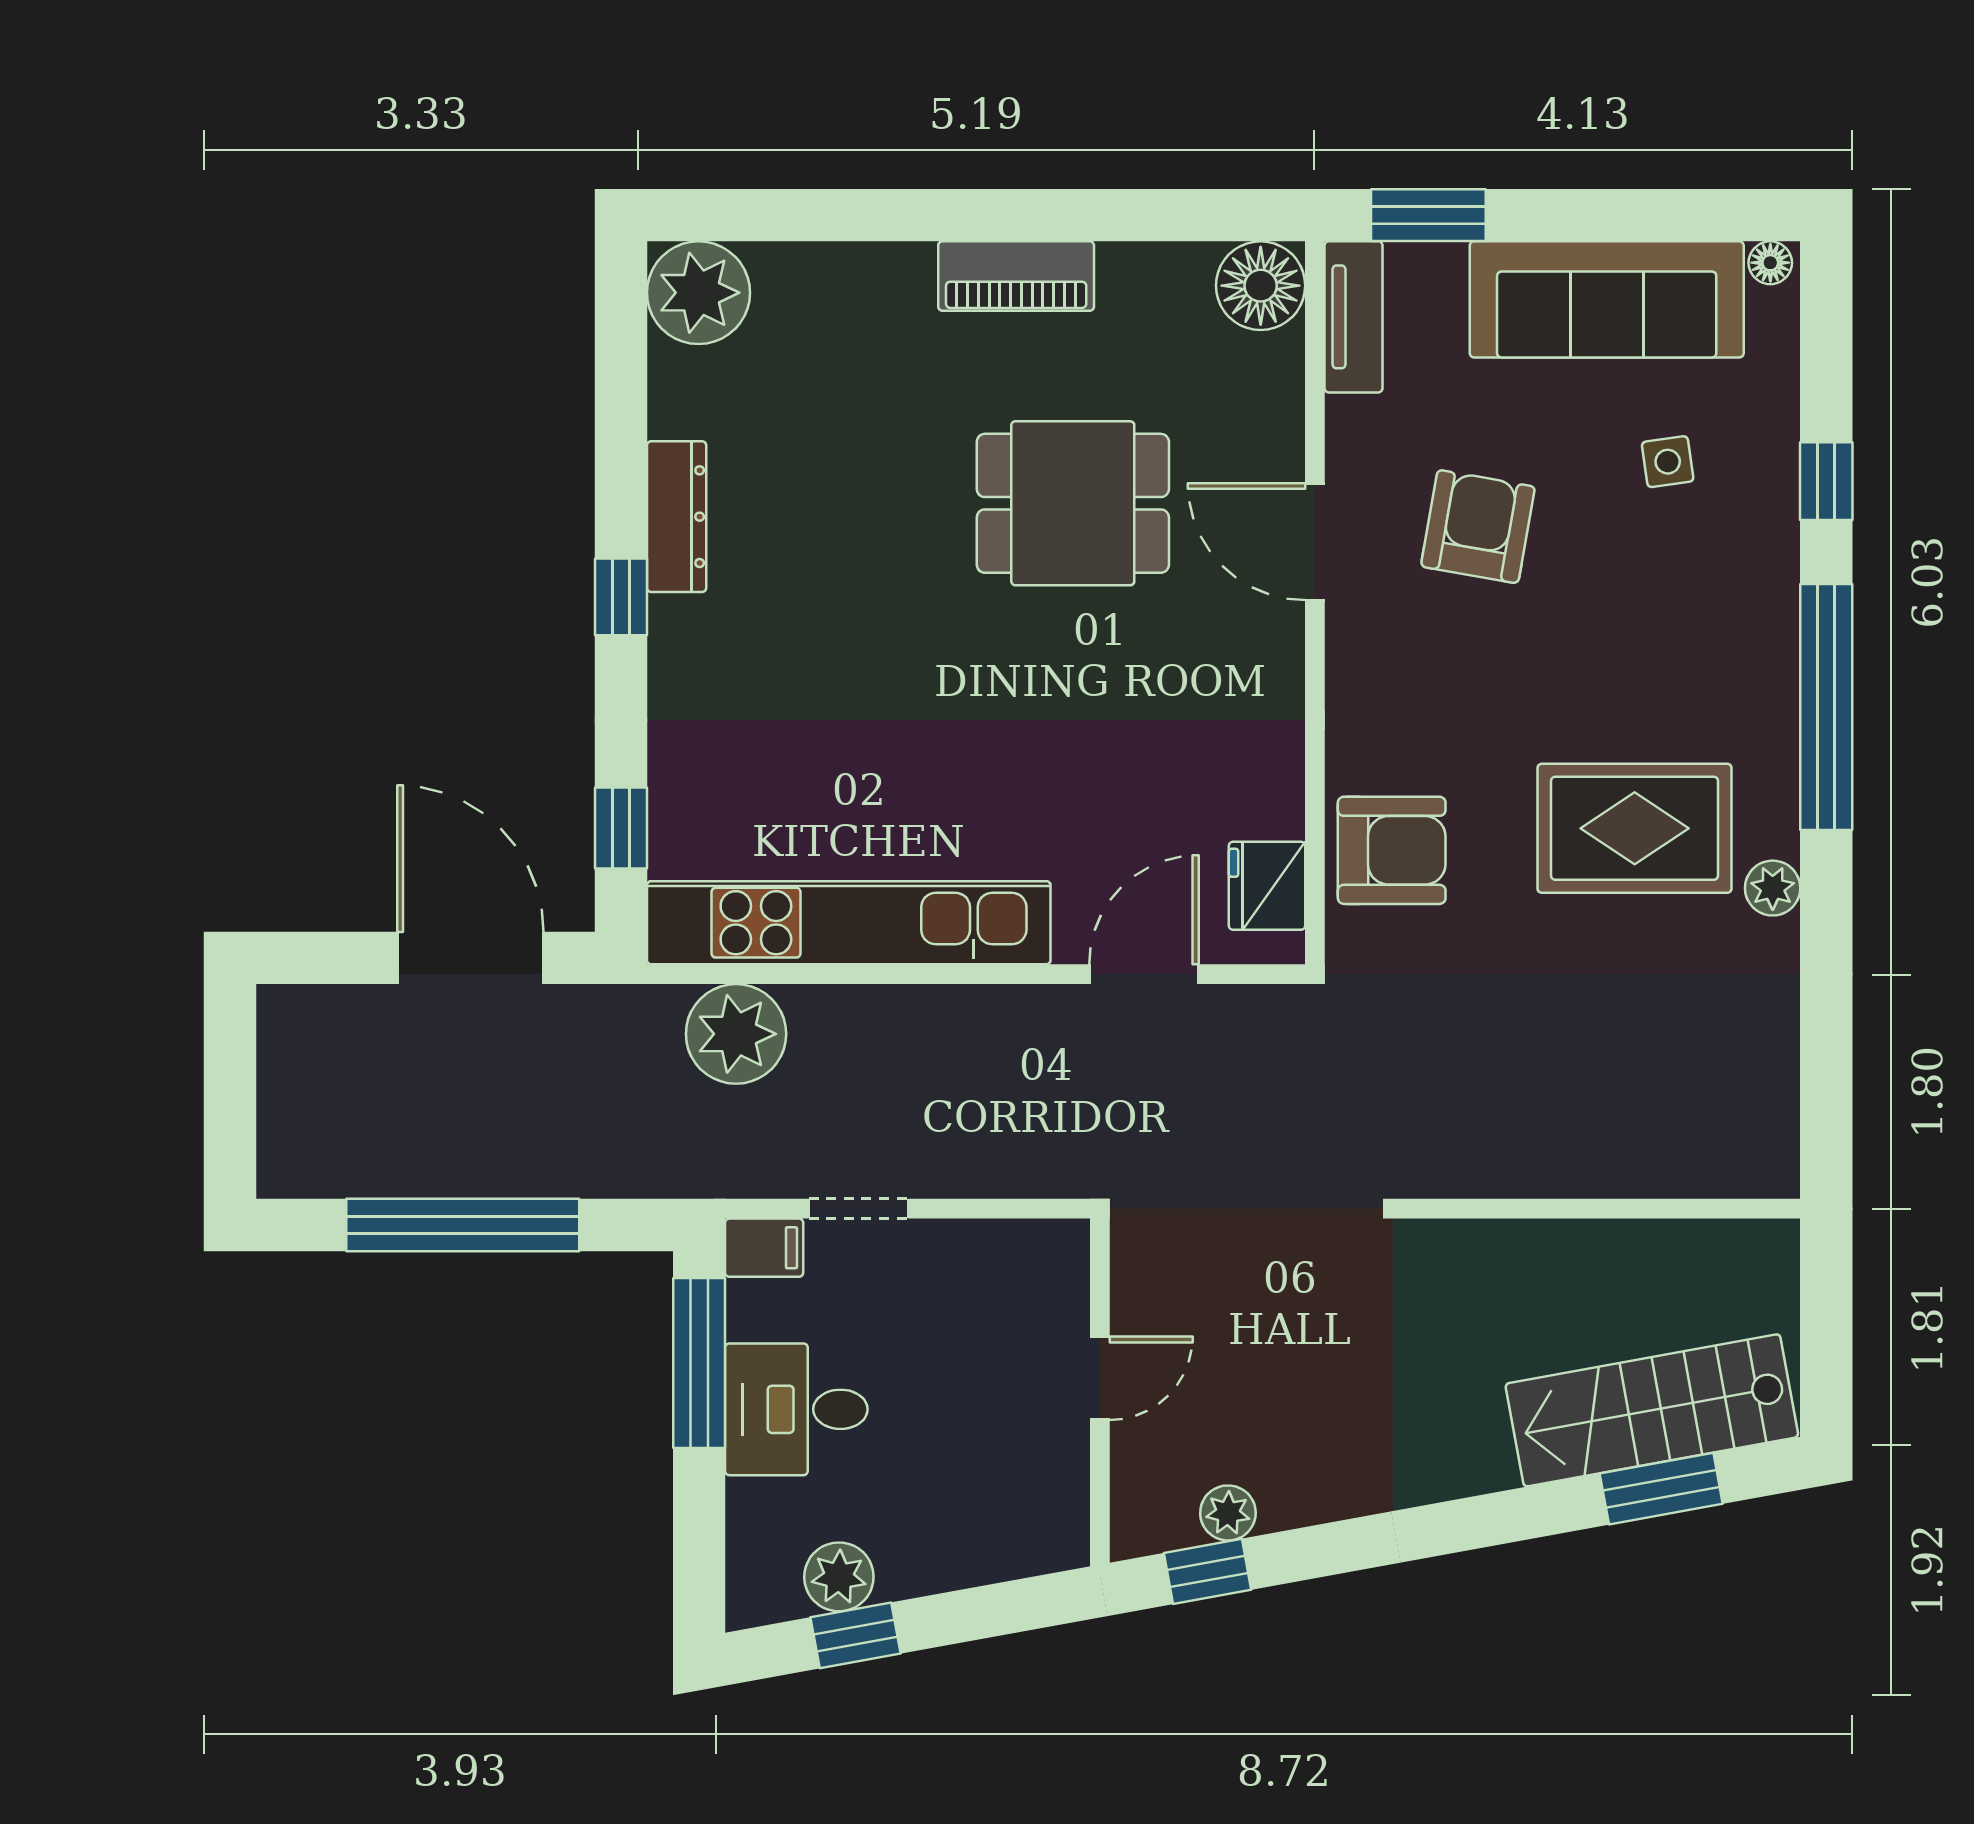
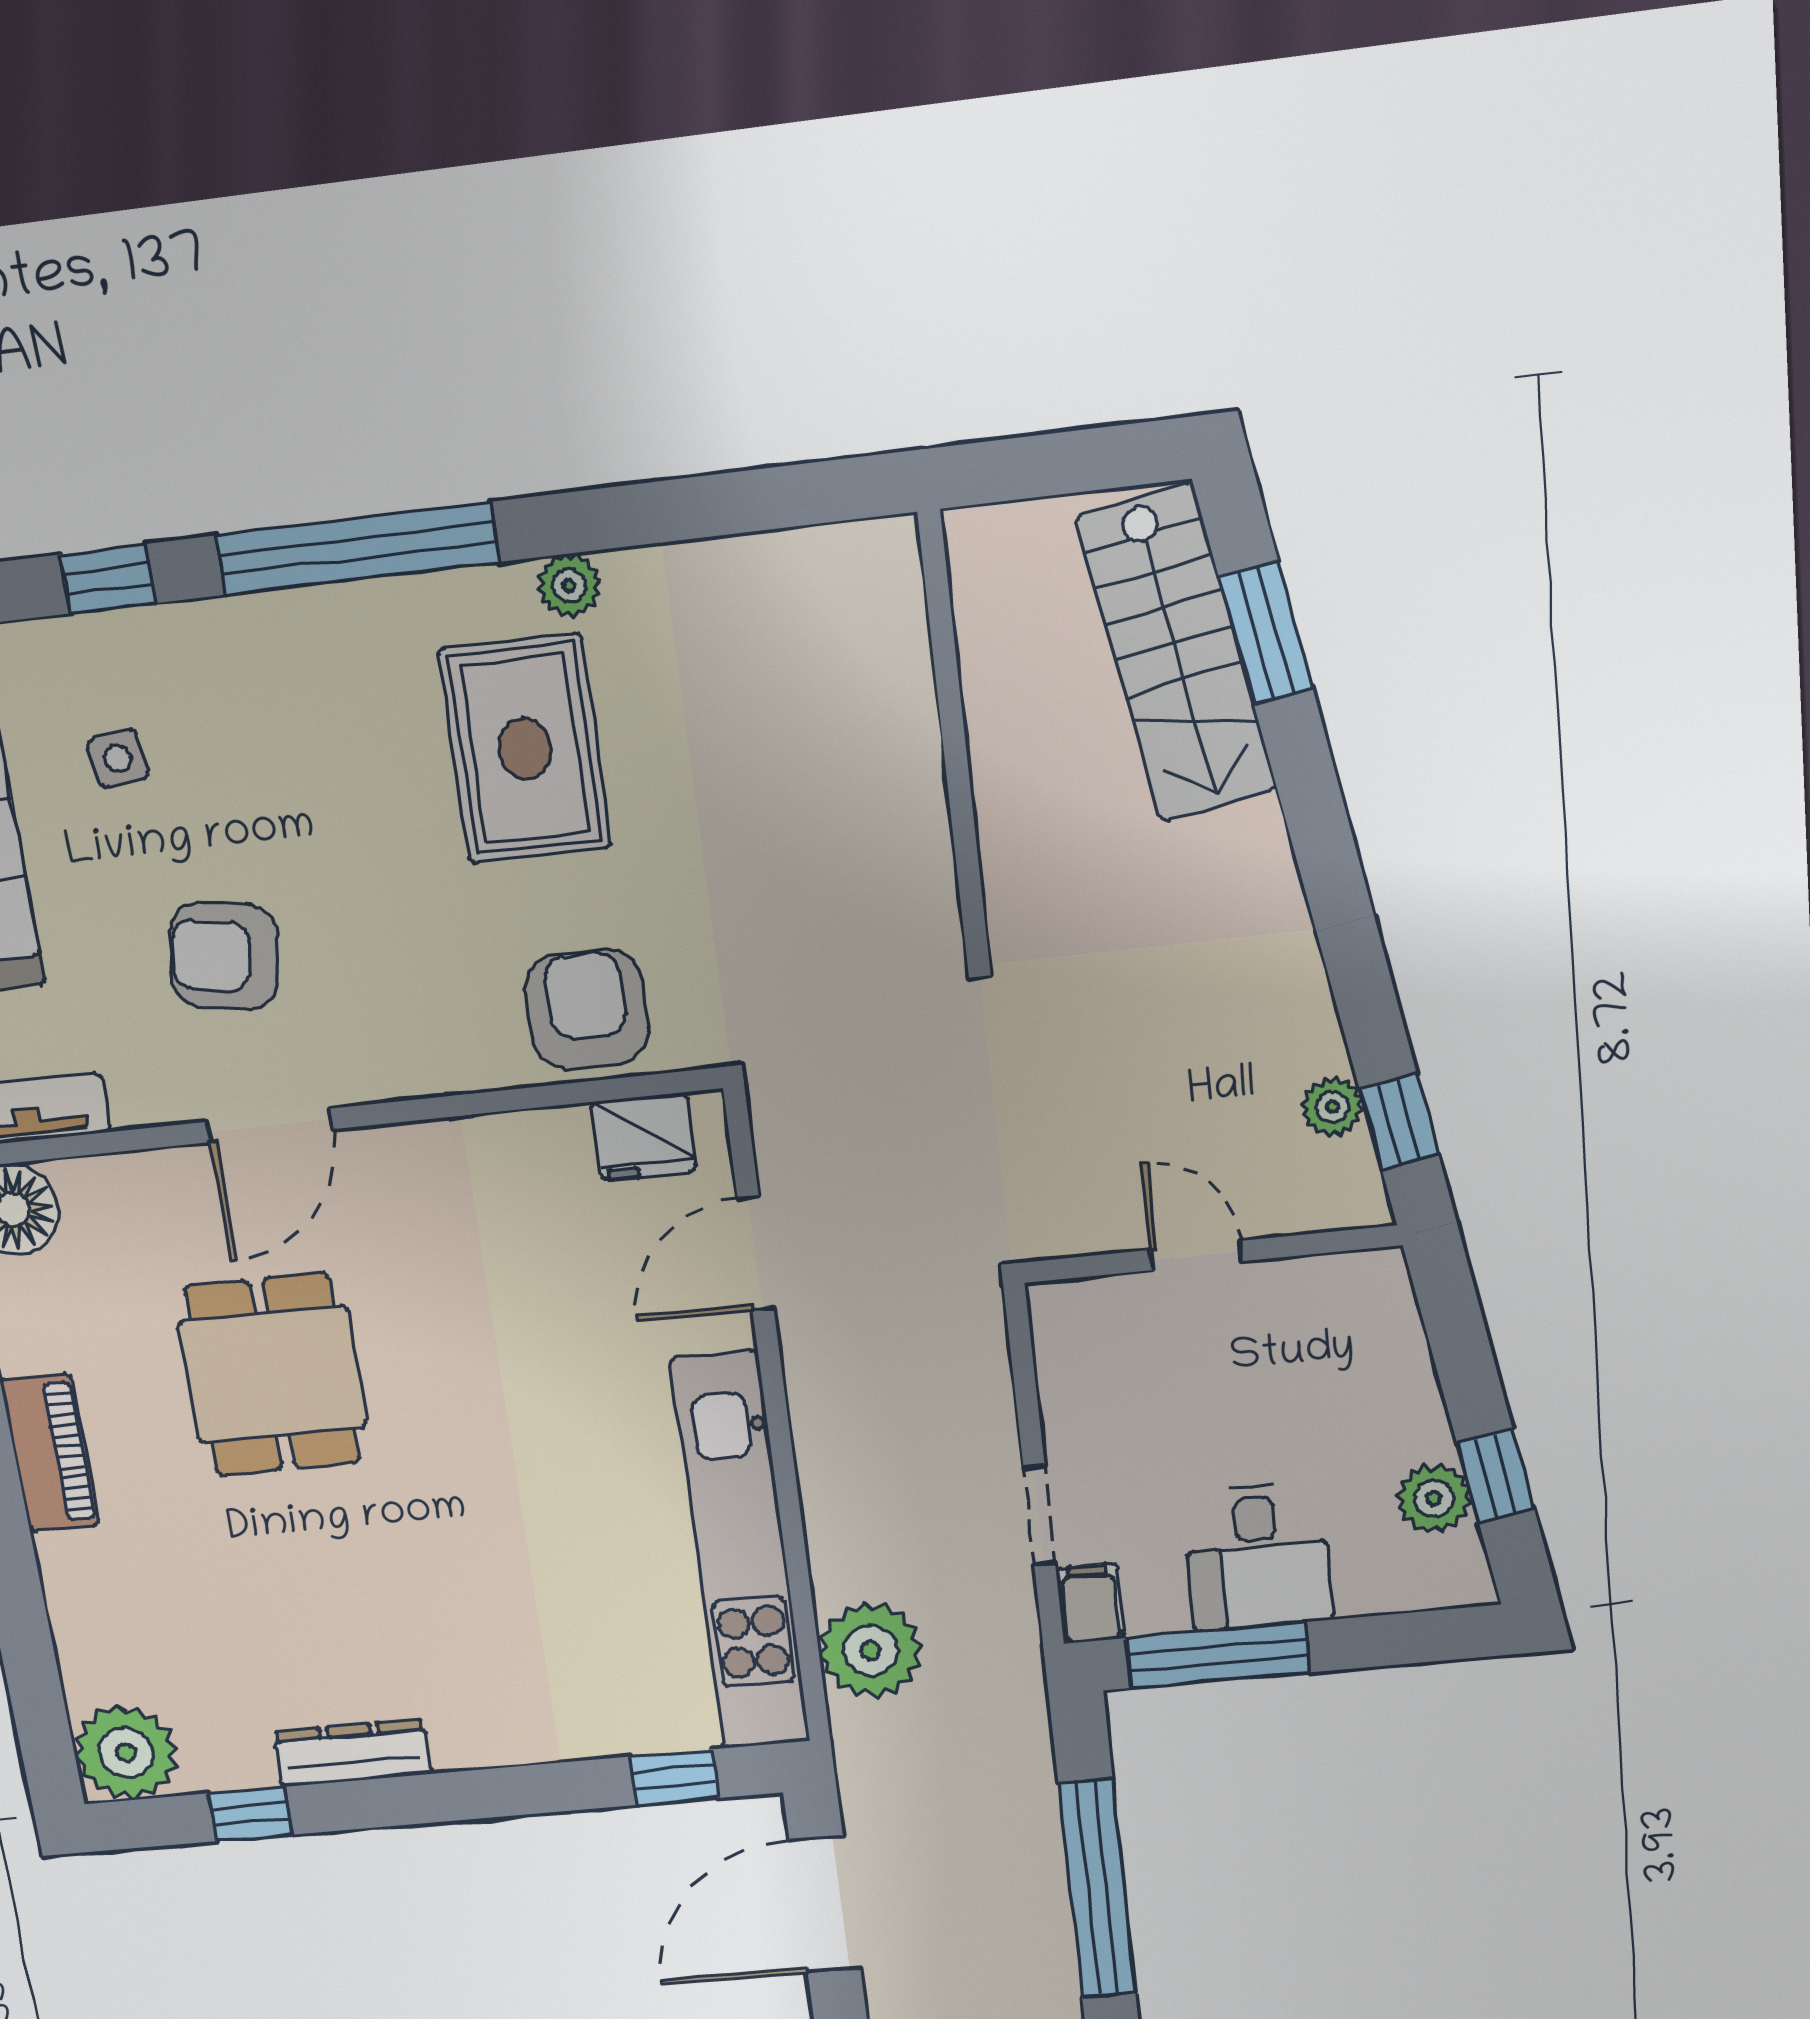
window: (621, 597) -> (250, 1814), moved
door: (1144, 974) -> (756, 1254), hinge flipped

